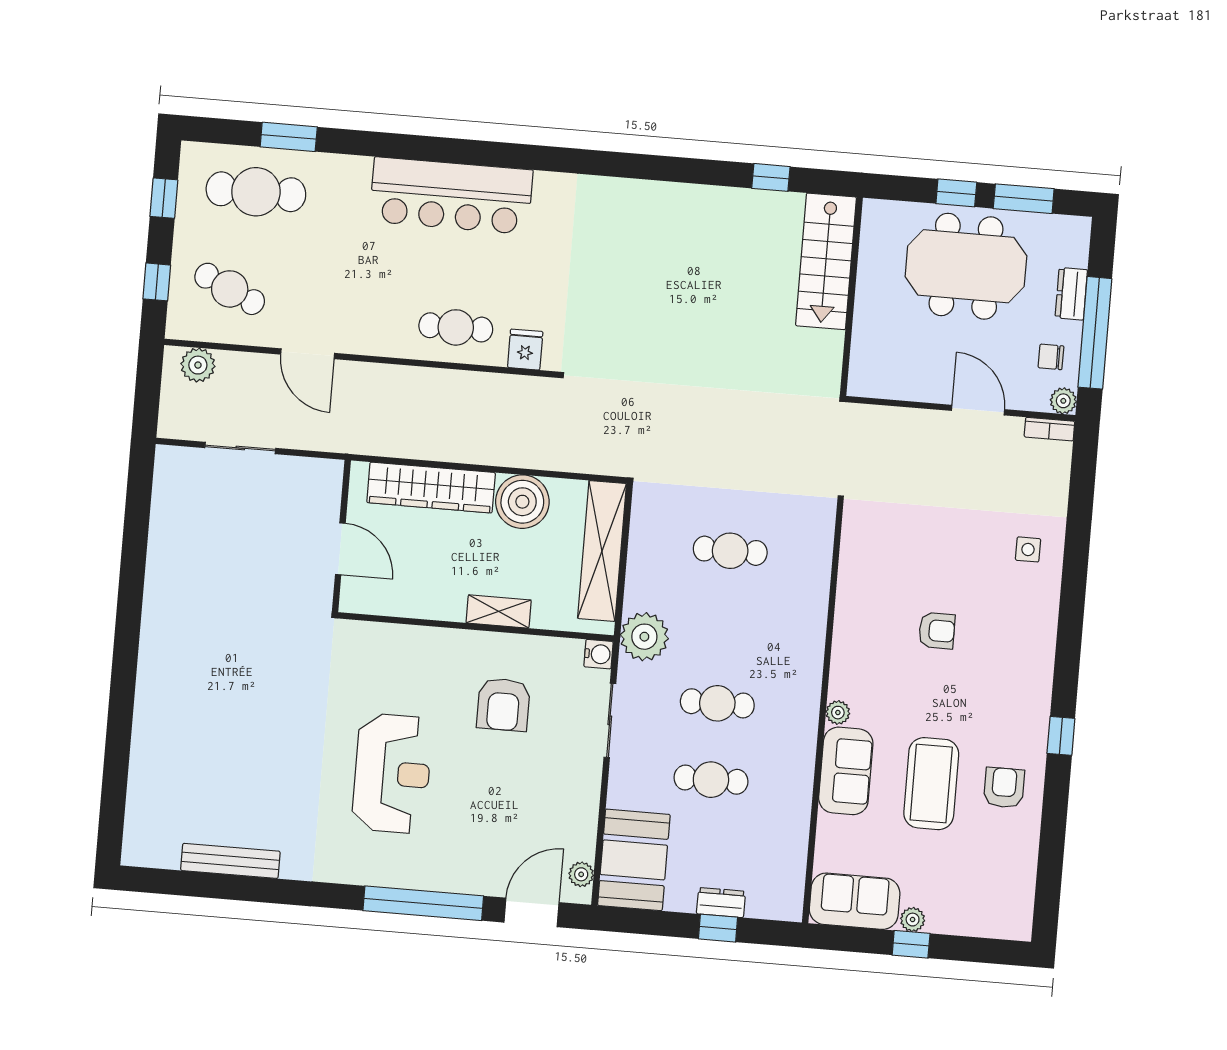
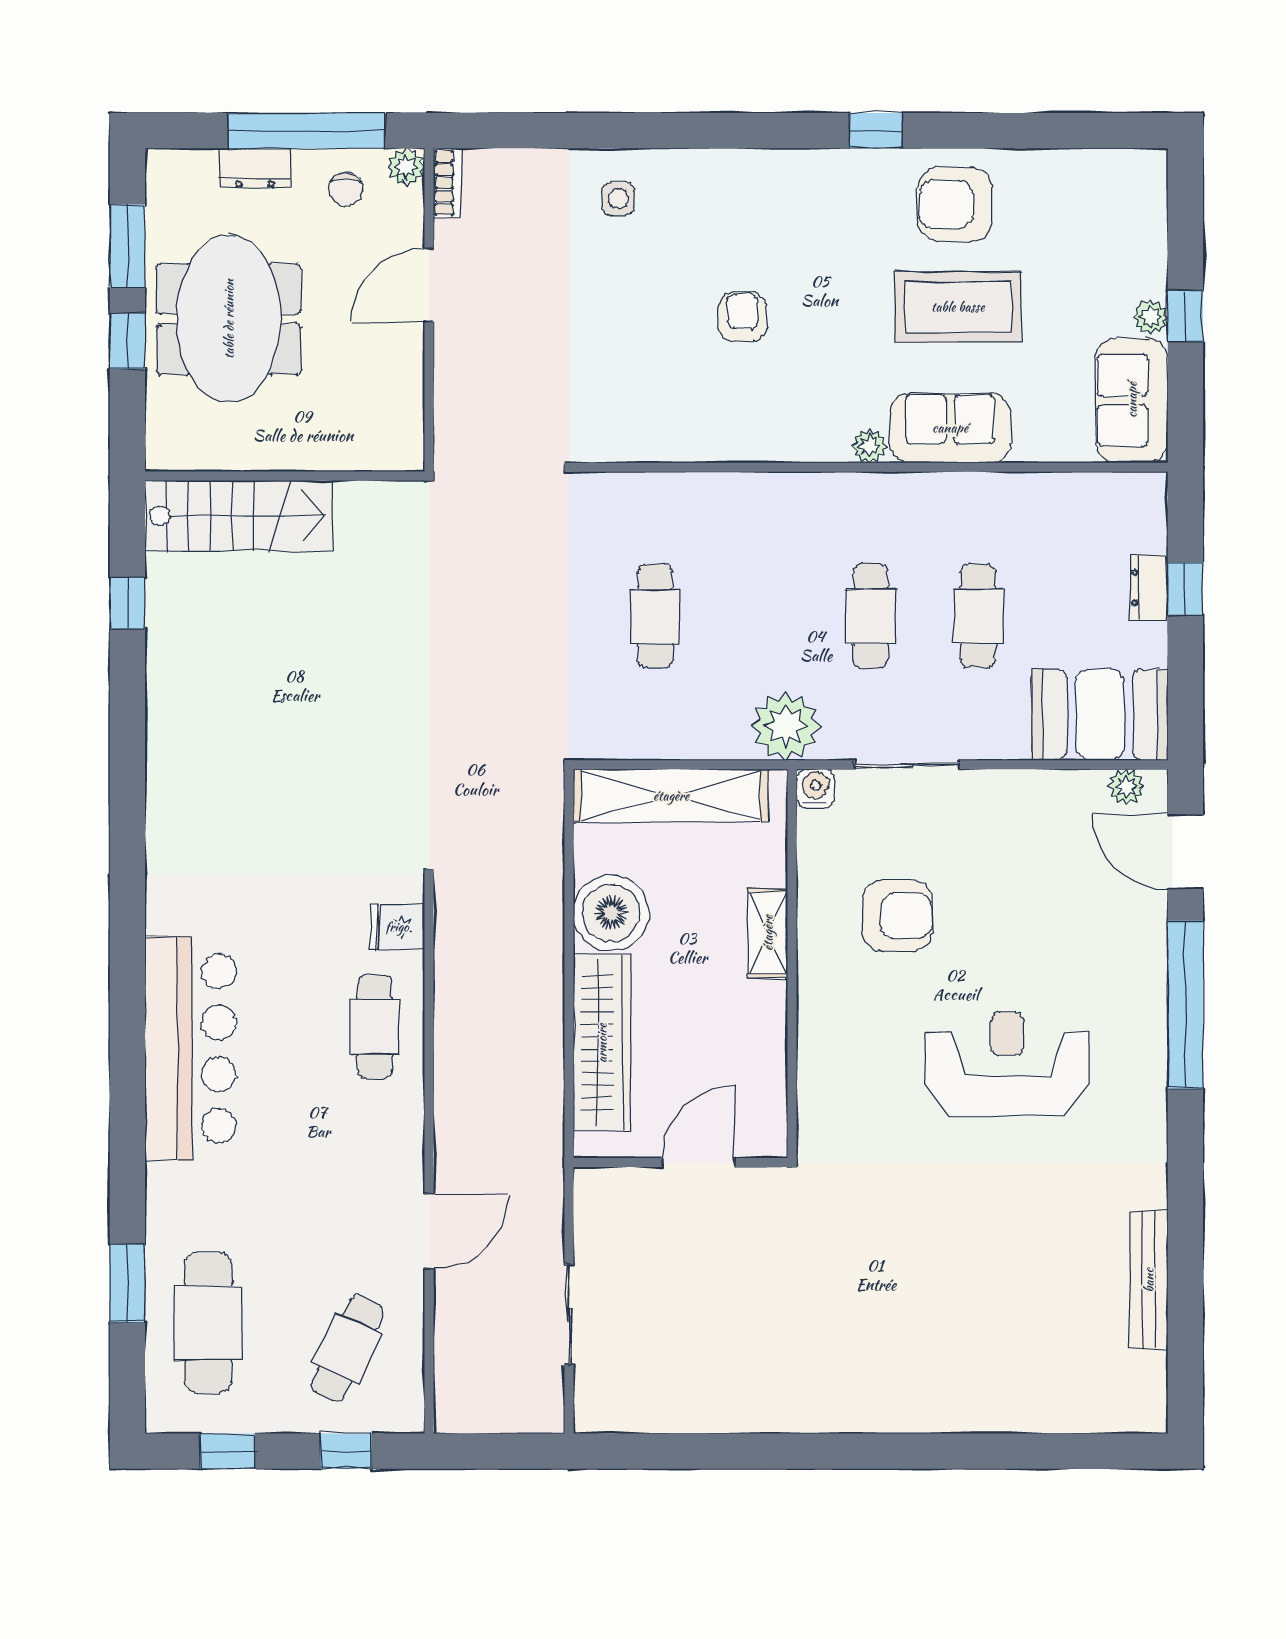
plant: (198, 365) -> (458, 1384), removed
armchair: (1004, 788) -> (955, 204), width x1.38, depth x1.38

